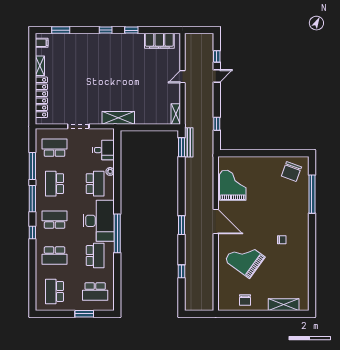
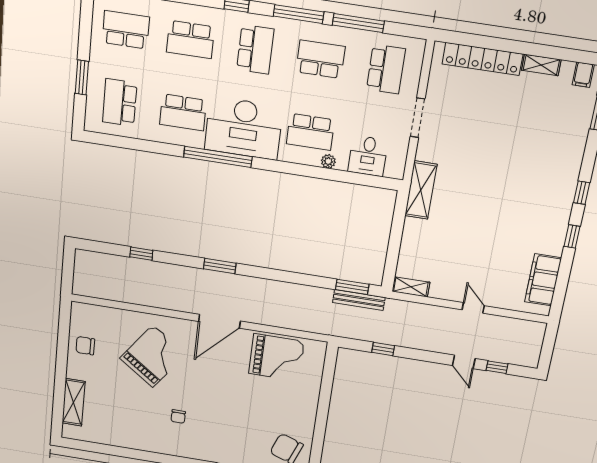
school desk: (55, 256) -> (190, 40), turned -90

